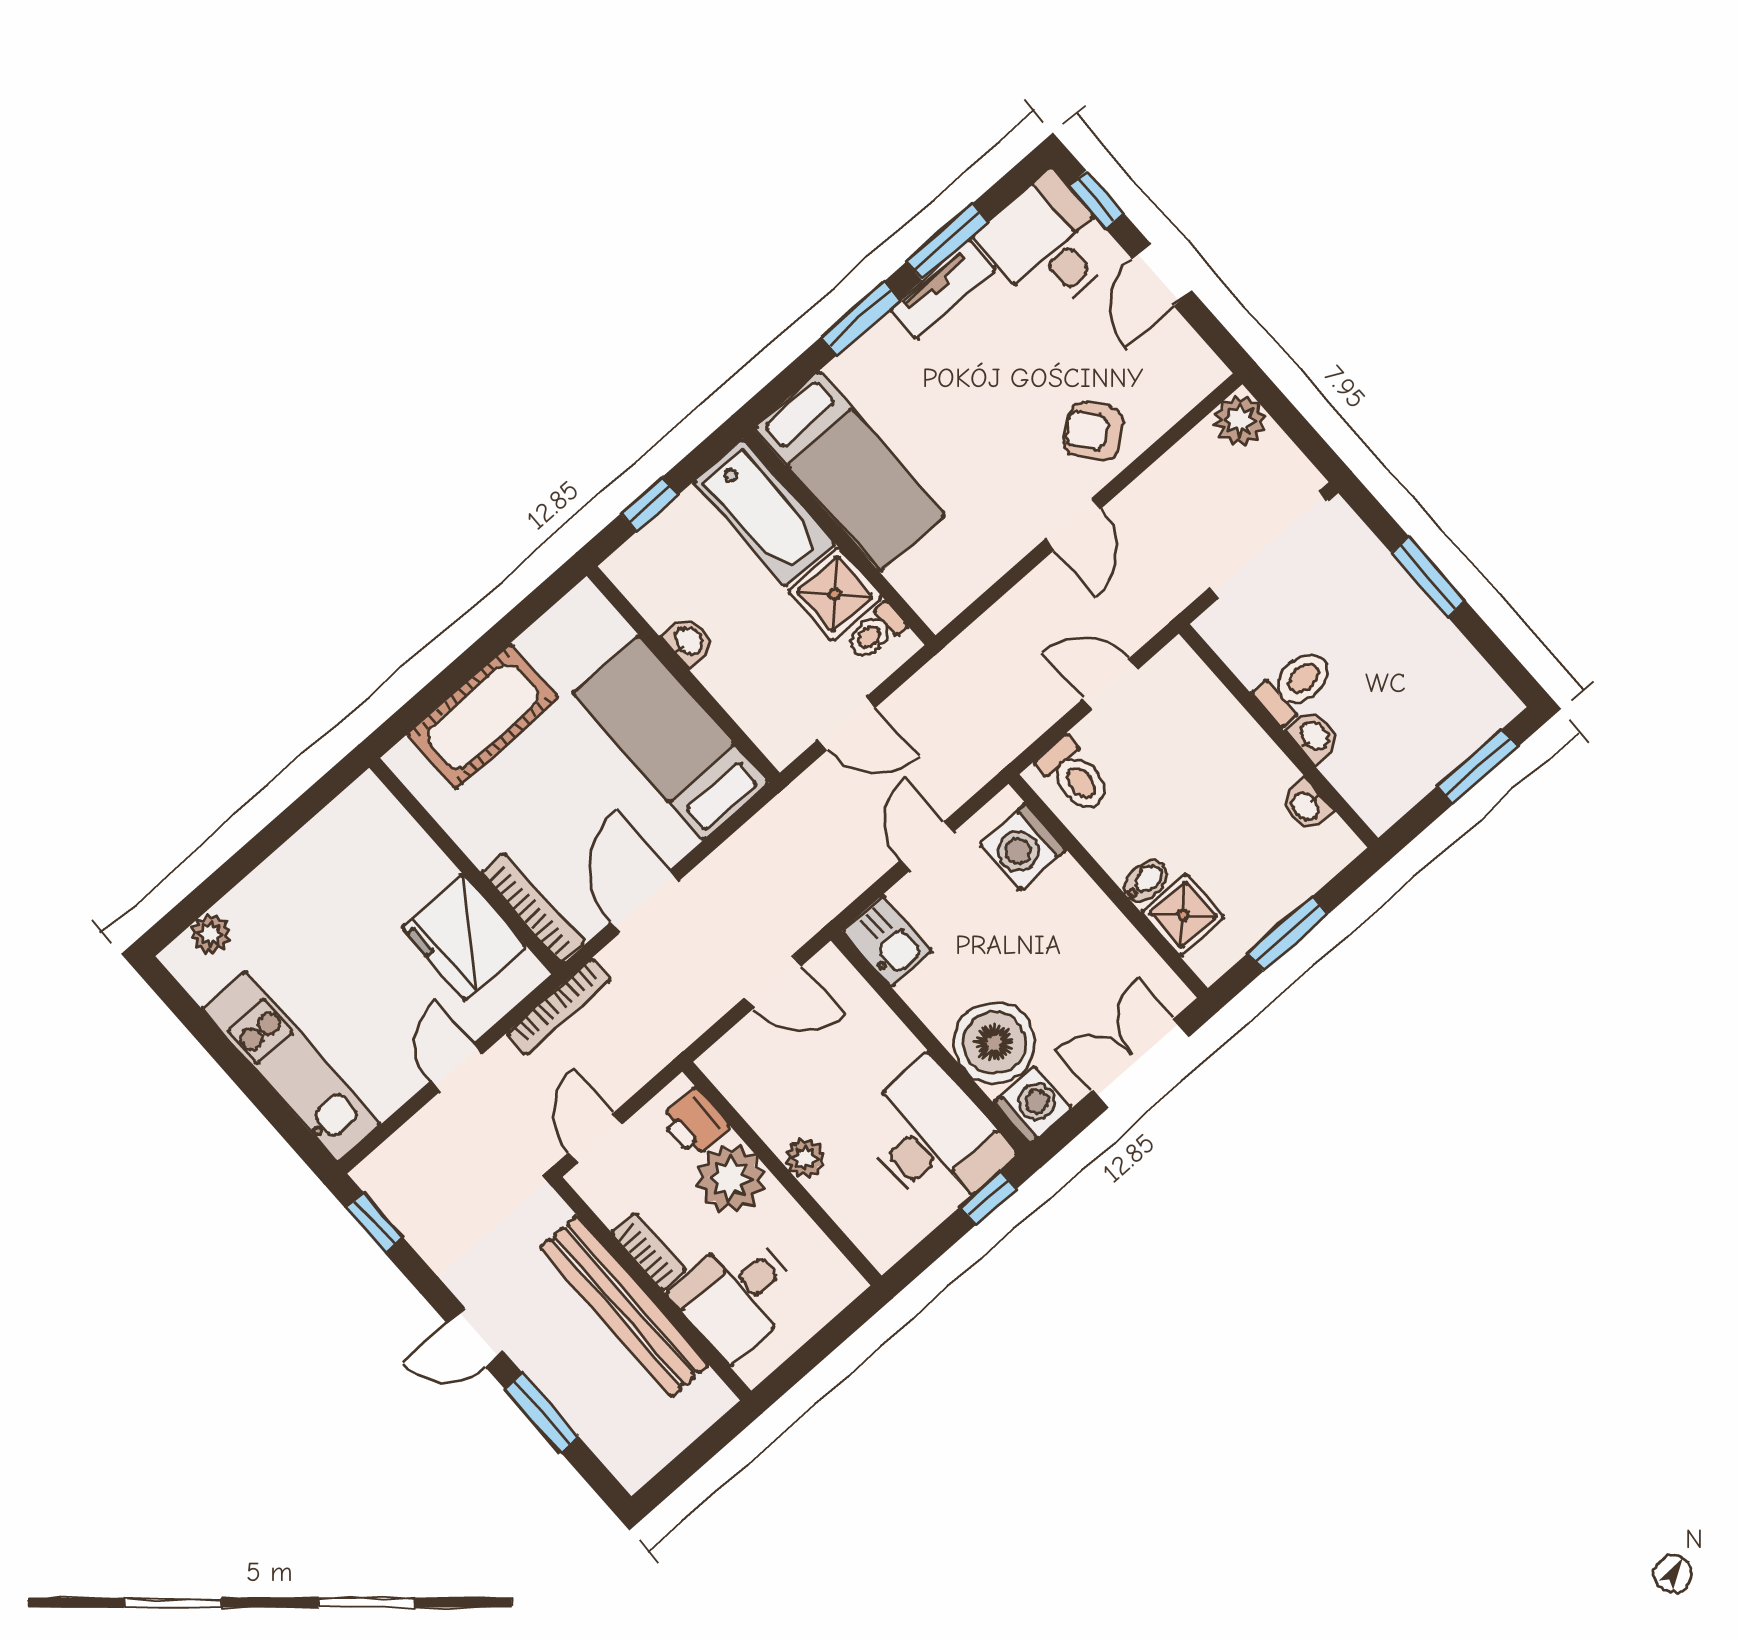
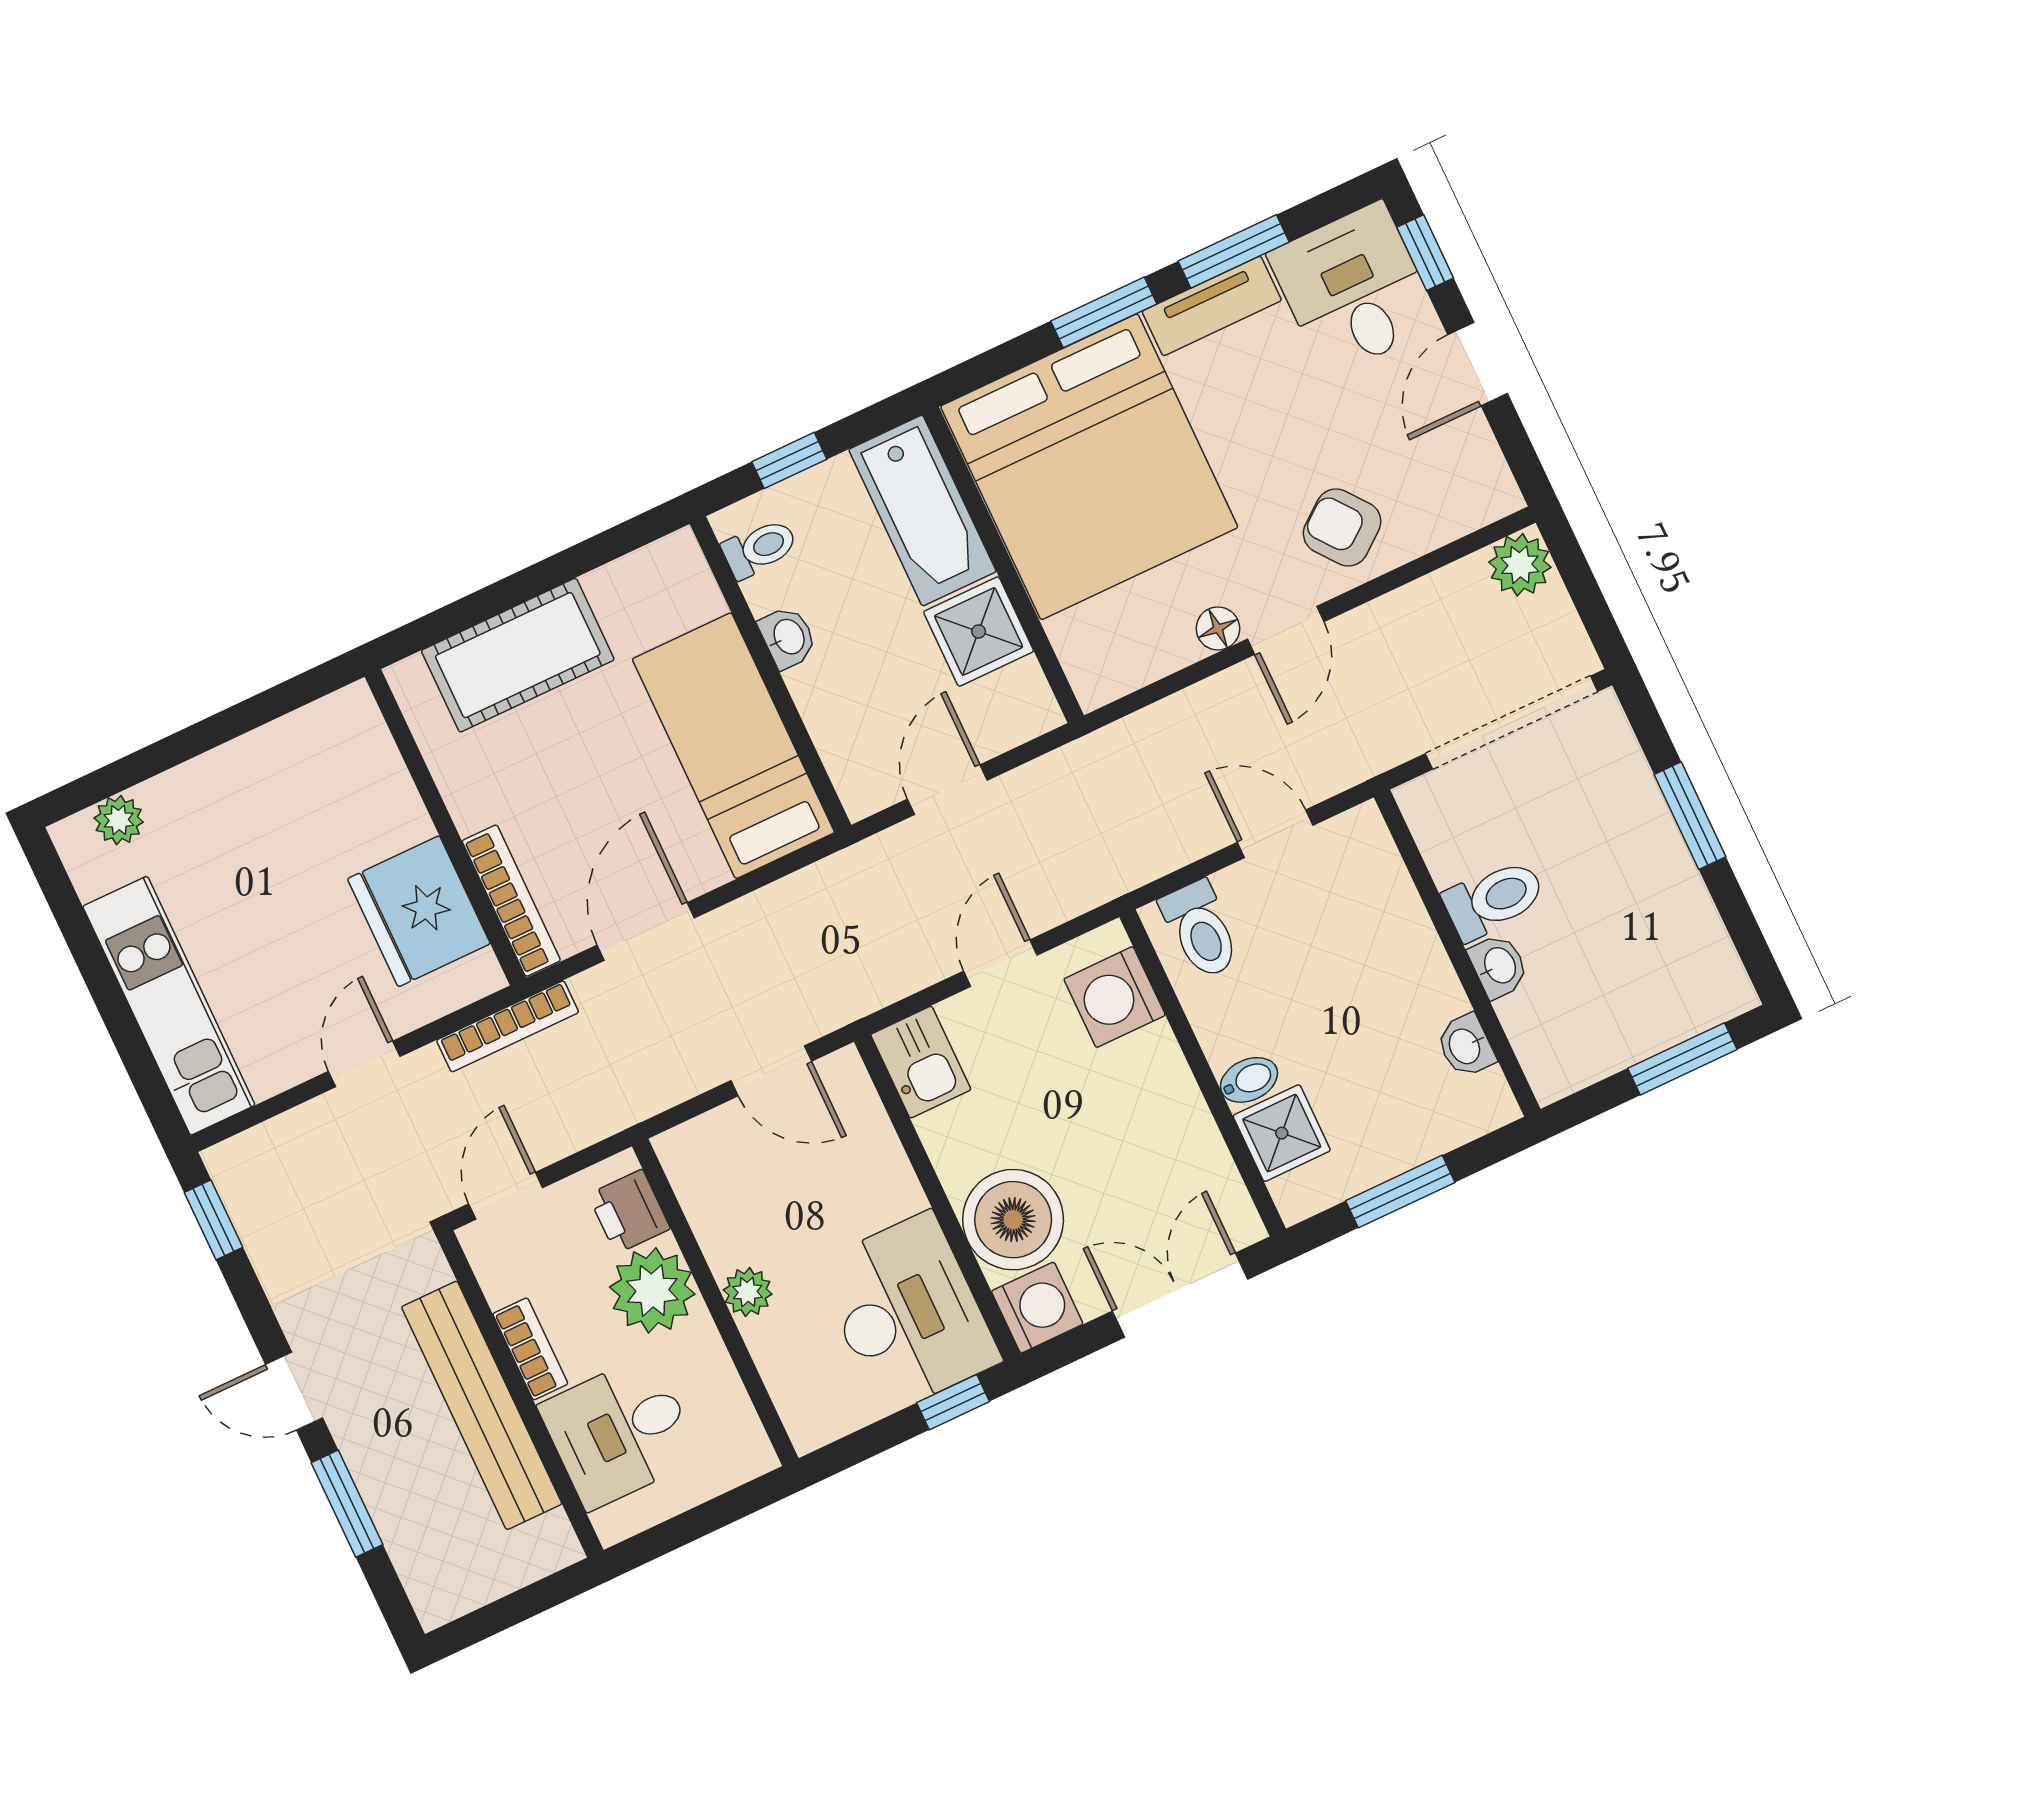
bed: (850, 471) -> (1089, 467), width x2.04
floor lamp: (1020, 538) -> (1218, 628), added
toilet: (875, 632) -> (760, 548), moved, turned 180
door: (846, 724) -> (947, 790), swing flipped

